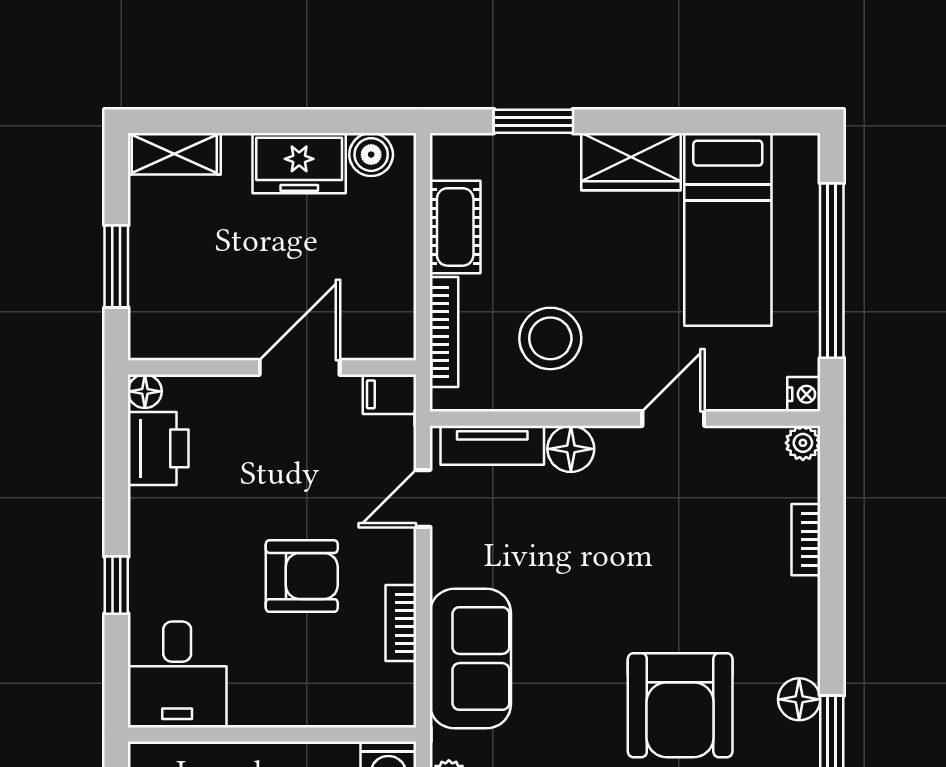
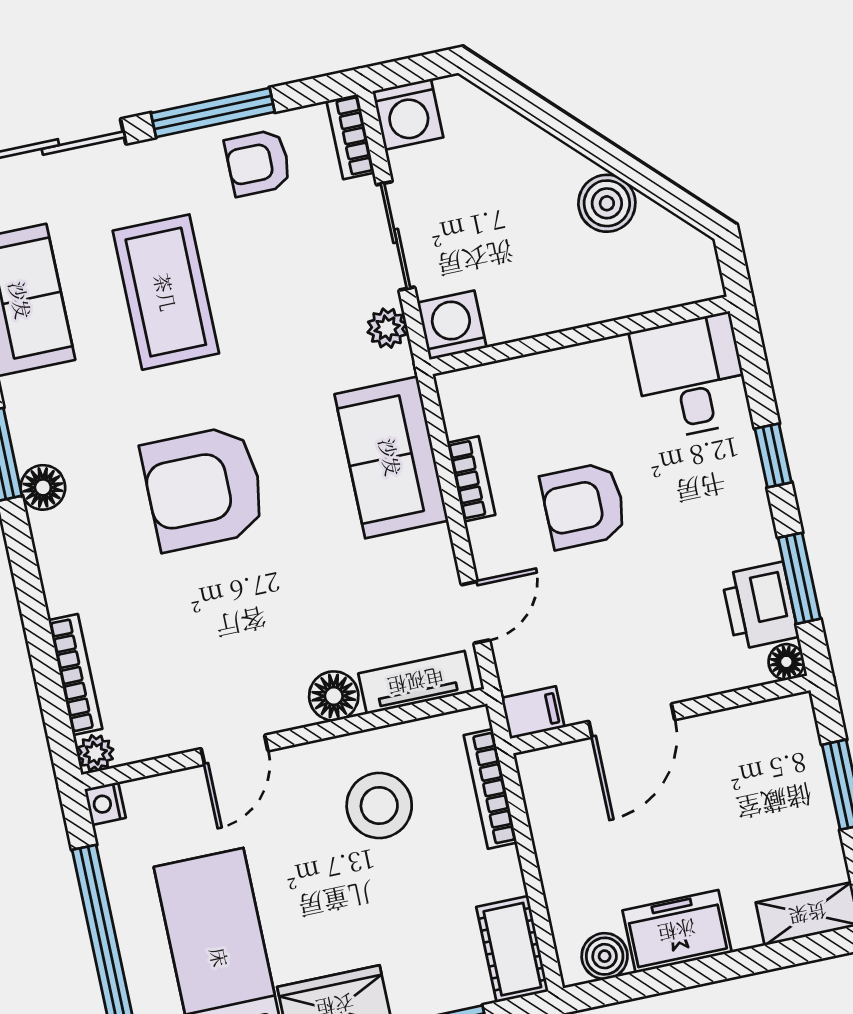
cot: (455, 227) -> (512, 949), moved
window: (116, 466) -> (799, 578), added
bookcase: (806, 540) -> (75, 675), width x1.56
armchair: (680, 705) -> (204, 488), moved, turned -90

